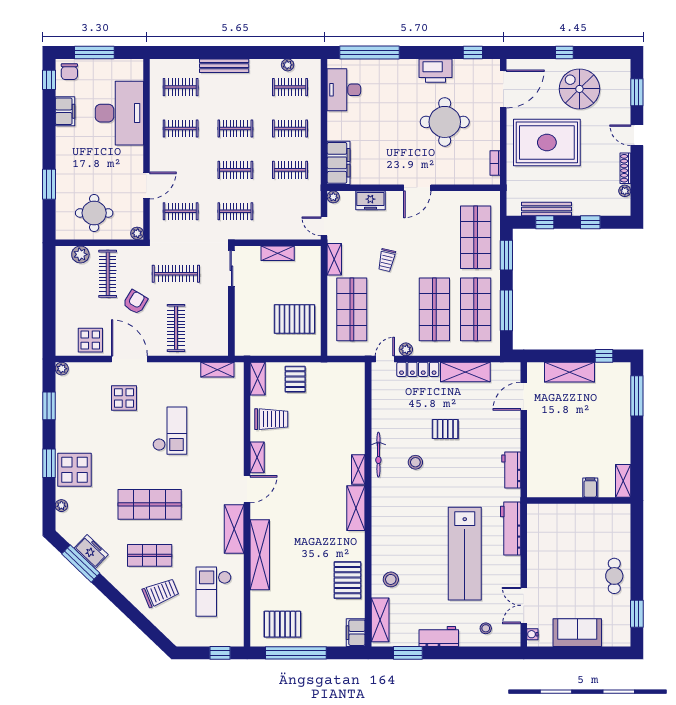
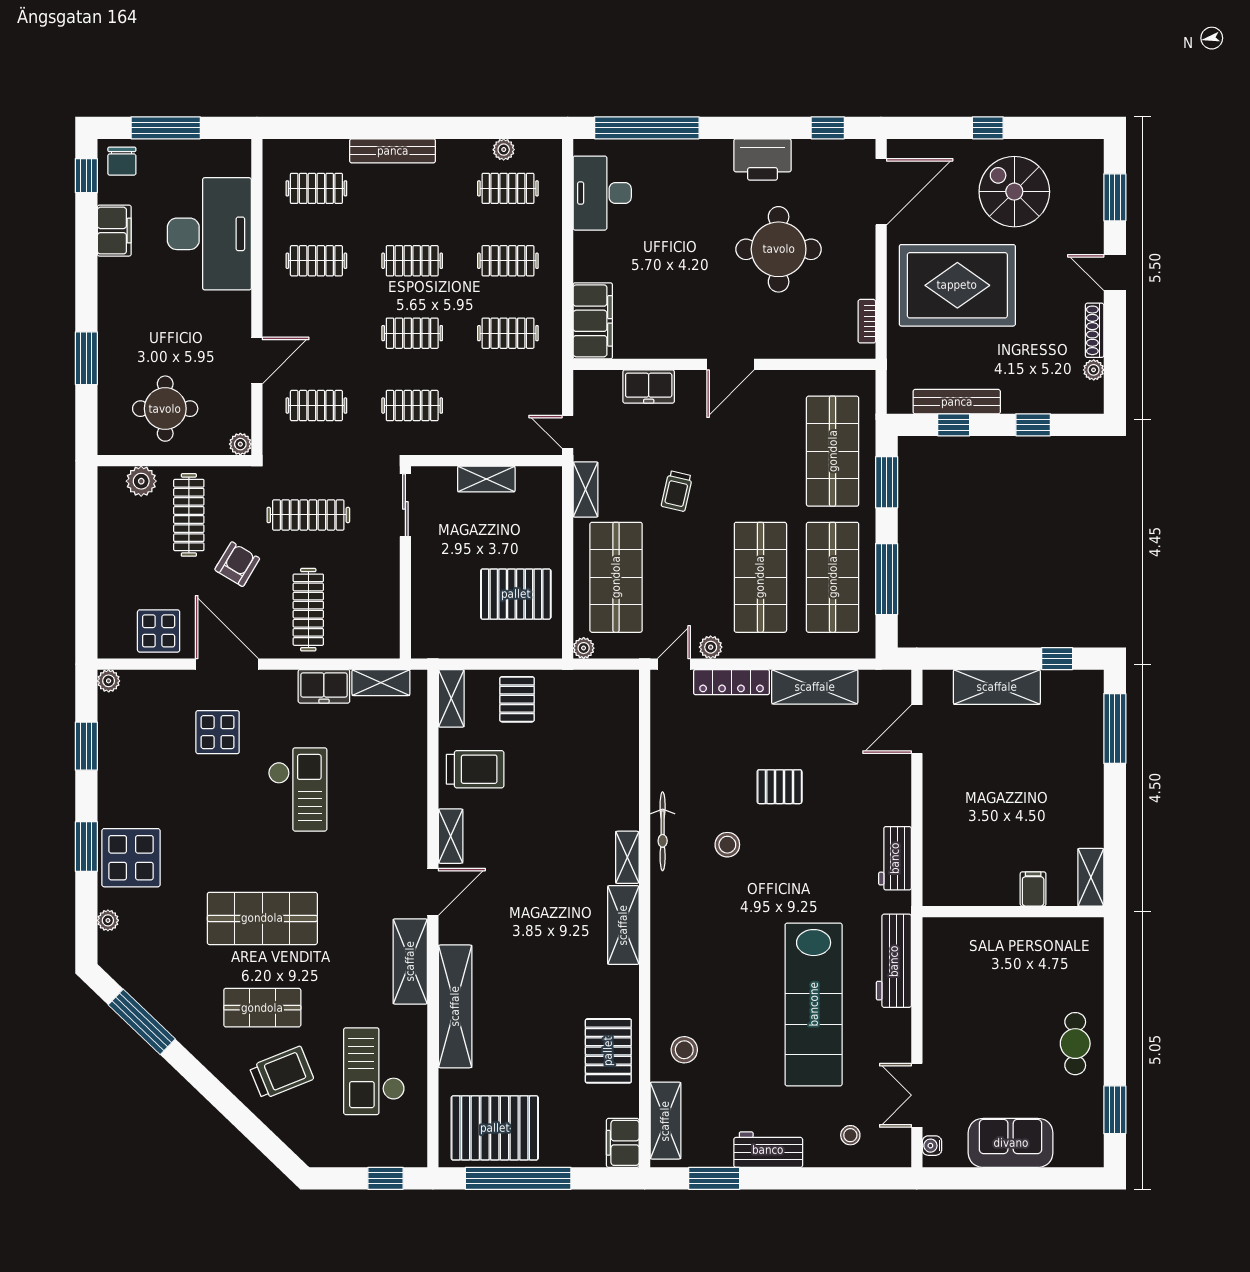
plant: (333, 197) -> (584, 648), moved
freezer: (91, 551) -> (324, 686), moved, turned 136
pallet: (282, 624) -> (495, 1128), width x1.37, depth x1.41

